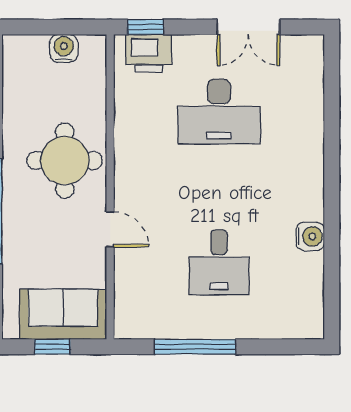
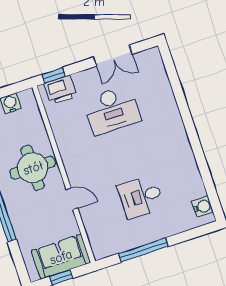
water cooler: (310, 236) -> (203, 207), moved
desk: (219, 262) -> (141, 197), turned 90

